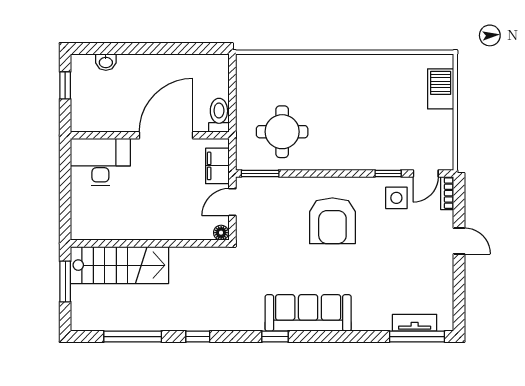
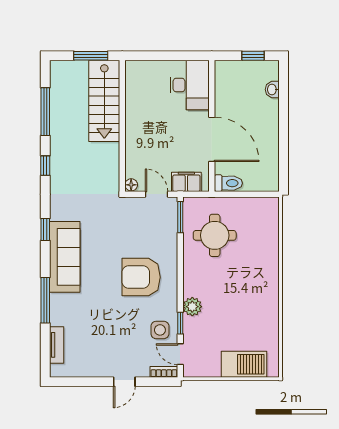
barbecue: (441, 89) -> (244, 364), width x1.37, depth x1.21
plant: (368, 159) -> (192, 307), added
window: (417, 337) -> (45, 300), moved

